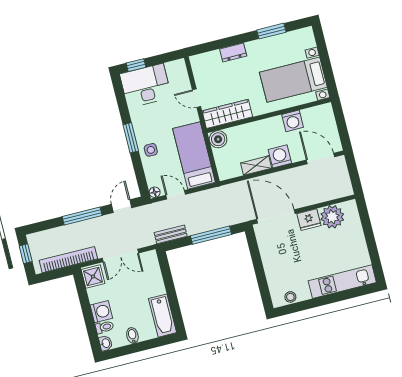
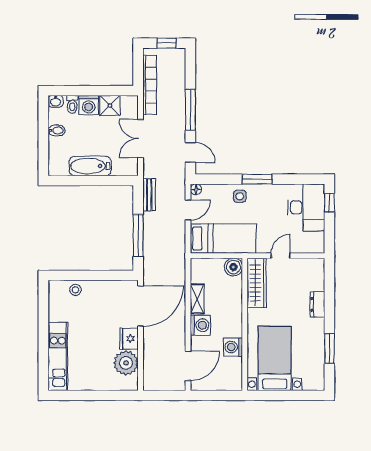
shower: (93, 277) -> (110, 105), moved
stool: (290, 297) -> (75, 290), moved
bathtub: (163, 316) -> (90, 166), moved

